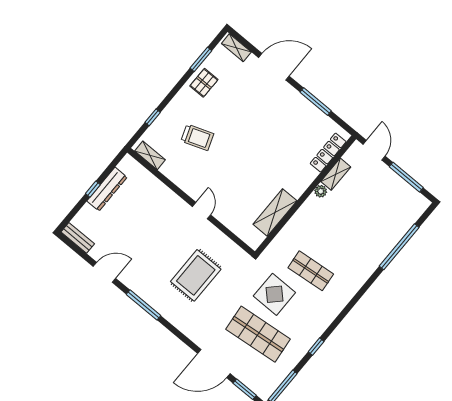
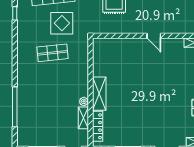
trolley: (197, 137) -> (177, 74), removed
door: (202, 211) -> (154, 36), moved
shelving: (275, 212) -> (99, 94), moved

